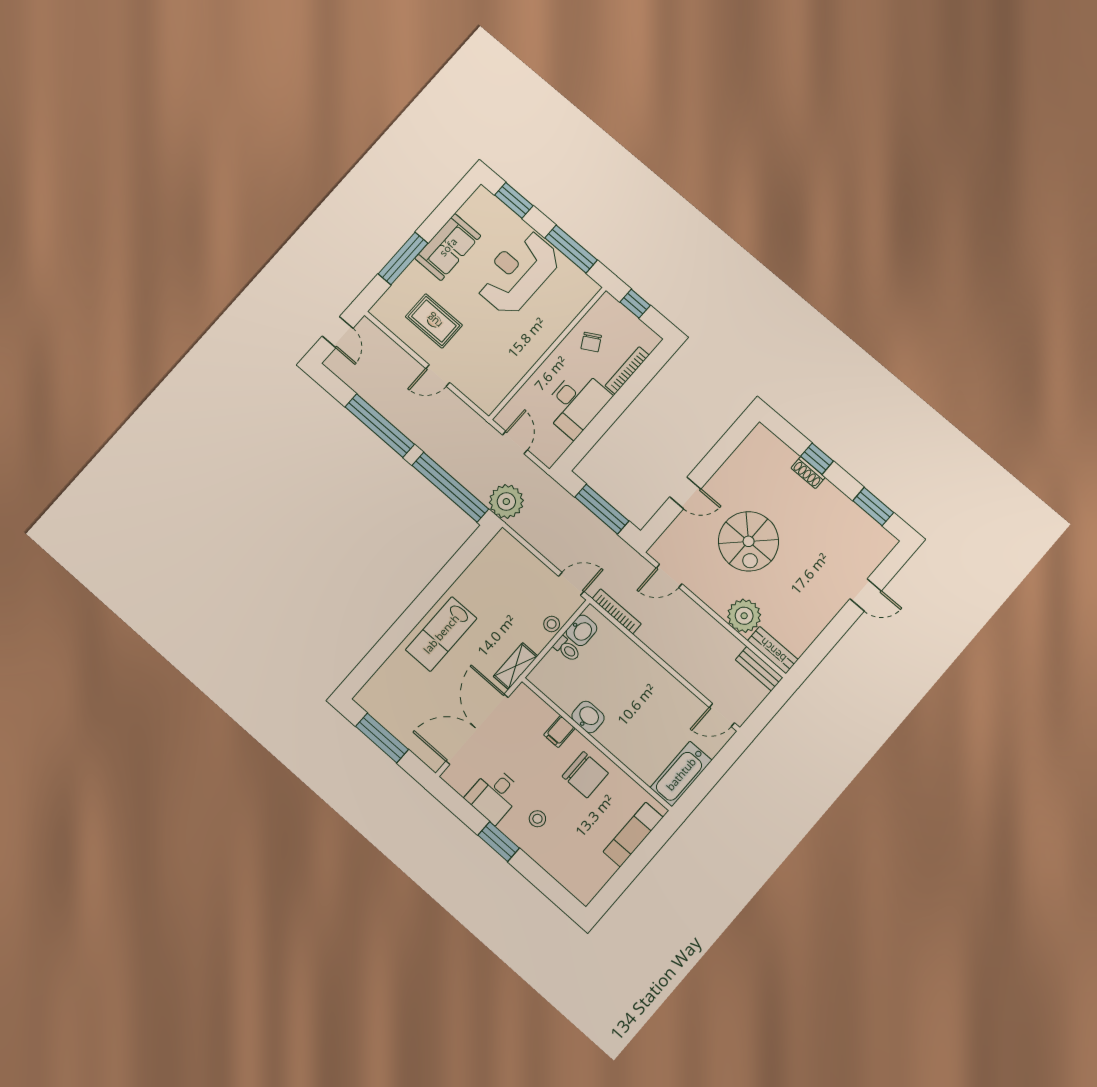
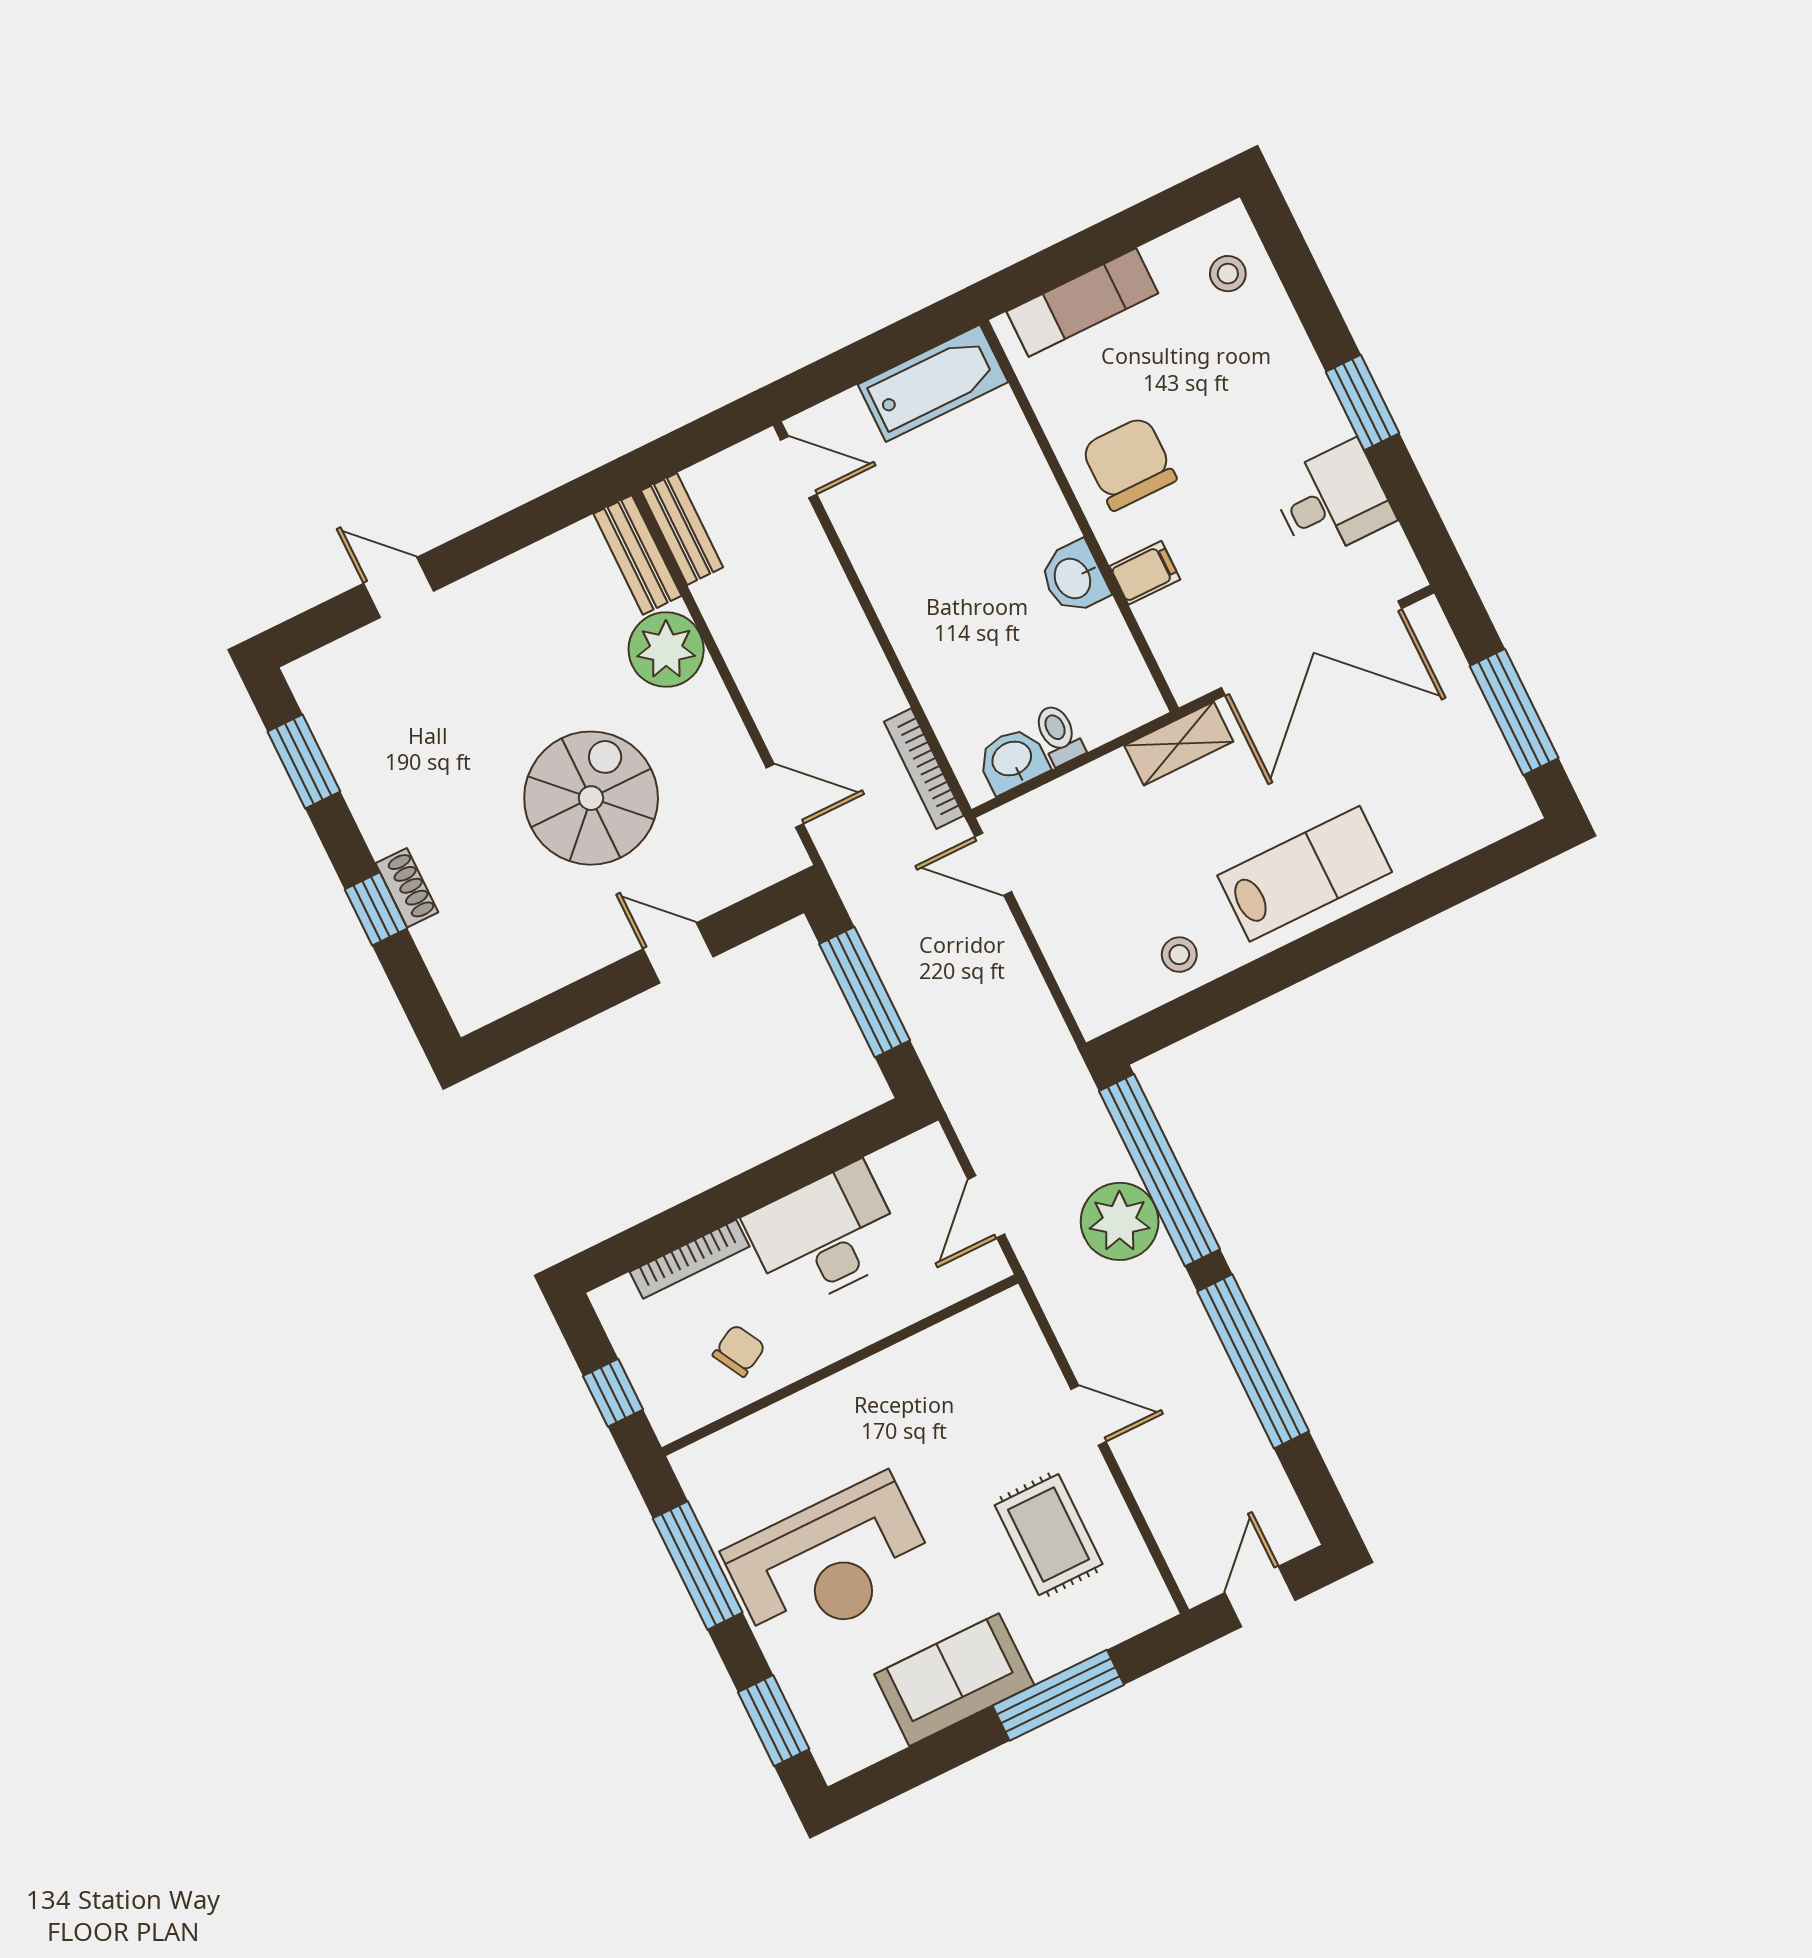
plant: (506, 502) -> (1120, 1221), moved
stool: (552, 624) -> (1179, 955), moved
stool: (537, 819) -> (1228, 274), moved

